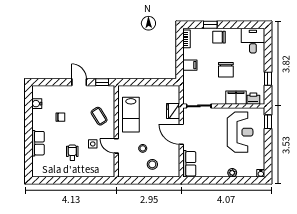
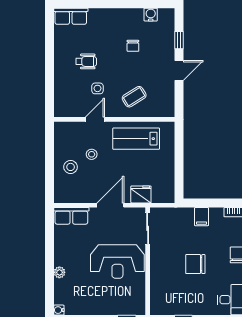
window: (102, 82) -> (179, 40), moved
filing cabinet: (236, 98) -> (159, 277), removed
printer: (253, 99) -> (157, 300), removed
reception desk: (240, 132) -> (117, 261), moved
row of seats: (38, 143) -> (71, 16), moved

